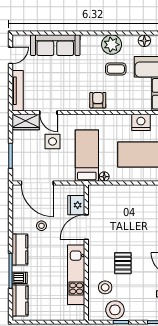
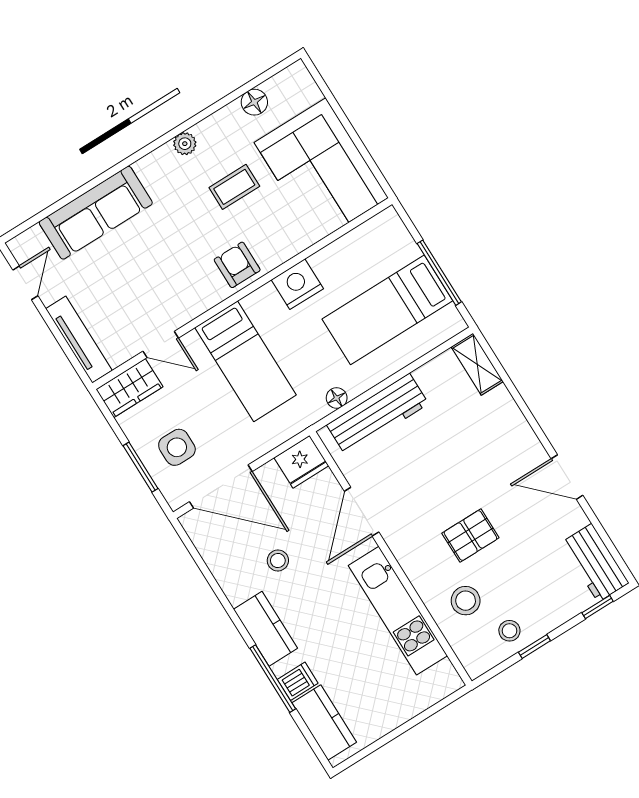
plant: (112, 45) -> (185, 144), width x0.53, depth x0.53
nightstand: (141, 122) -> (297, 284), moved
side table: (53, 141) -> (177, 447), moved
bed: (87, 156) -> (246, 361), moved, turned 180
workbench: (116, 193) -> (378, 414), added
fridge: (76, 205) -> (301, 462), moved, turned -90
pallet: (123, 263) -> (470, 536), turned 90
stool: (115, 310) -> (509, 631), width x0.53, depth x0.53

